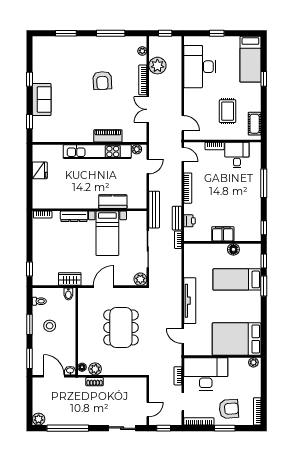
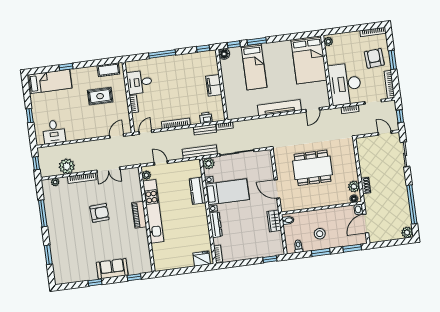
desk: (200, 67) -> (54, 132), width x0.53, depth x0.77
armchair: (102, 80) -> (99, 213), moved
piano: (108, 136) -> (139, 215), moved
fridge: (40, 170) -> (202, 259), moved
floor lamp: (233, 249) -> (224, 54), moved
plant: (140, 279) -> (208, 163), moved

